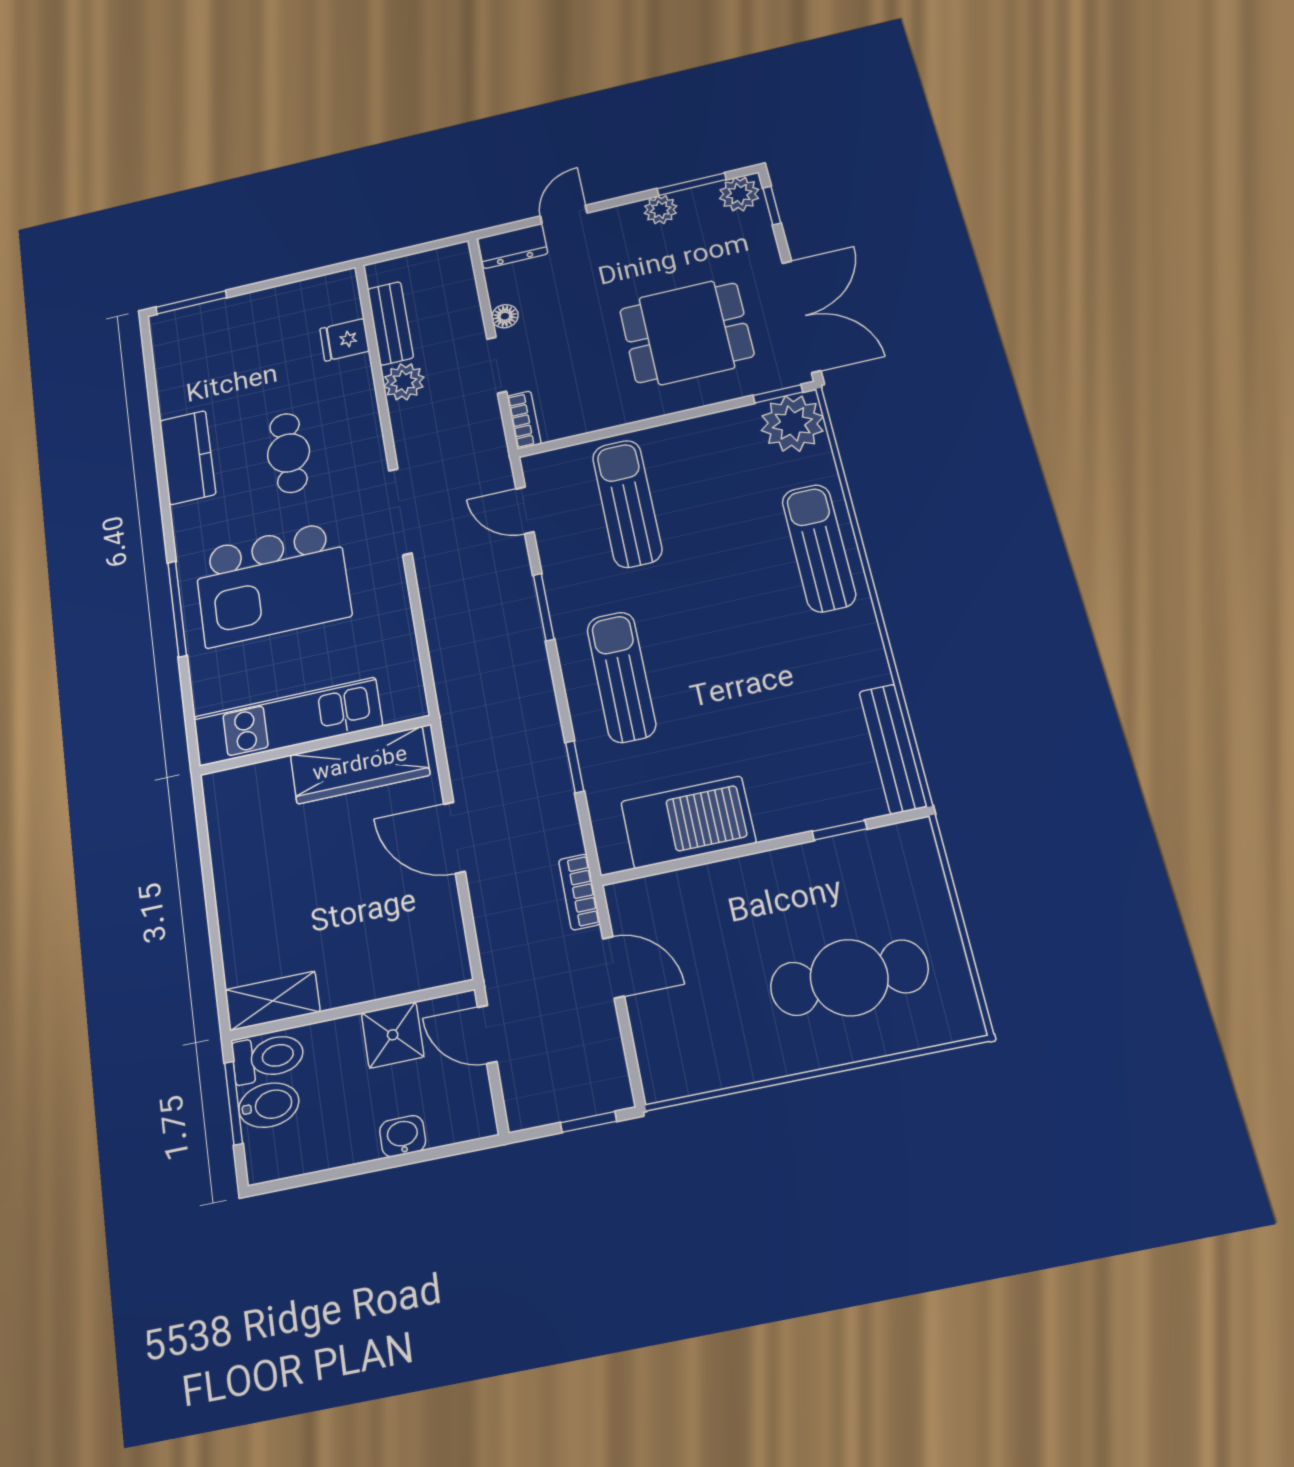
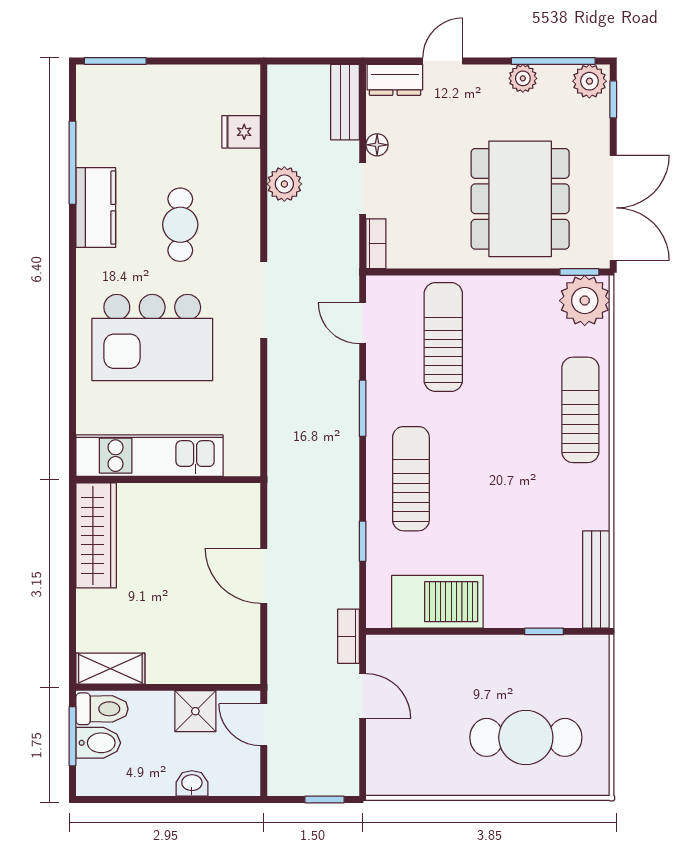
window: (692, 184) -> (553, 61), width x1.44
bench: (390, 323) -> (345, 102), moved
dining table: (687, 333) -> (520, 199), width x1.38
window: (177, 609) -> (73, 163), moved
wardrobe: (360, 765) -> (96, 535), moved, turned -90

